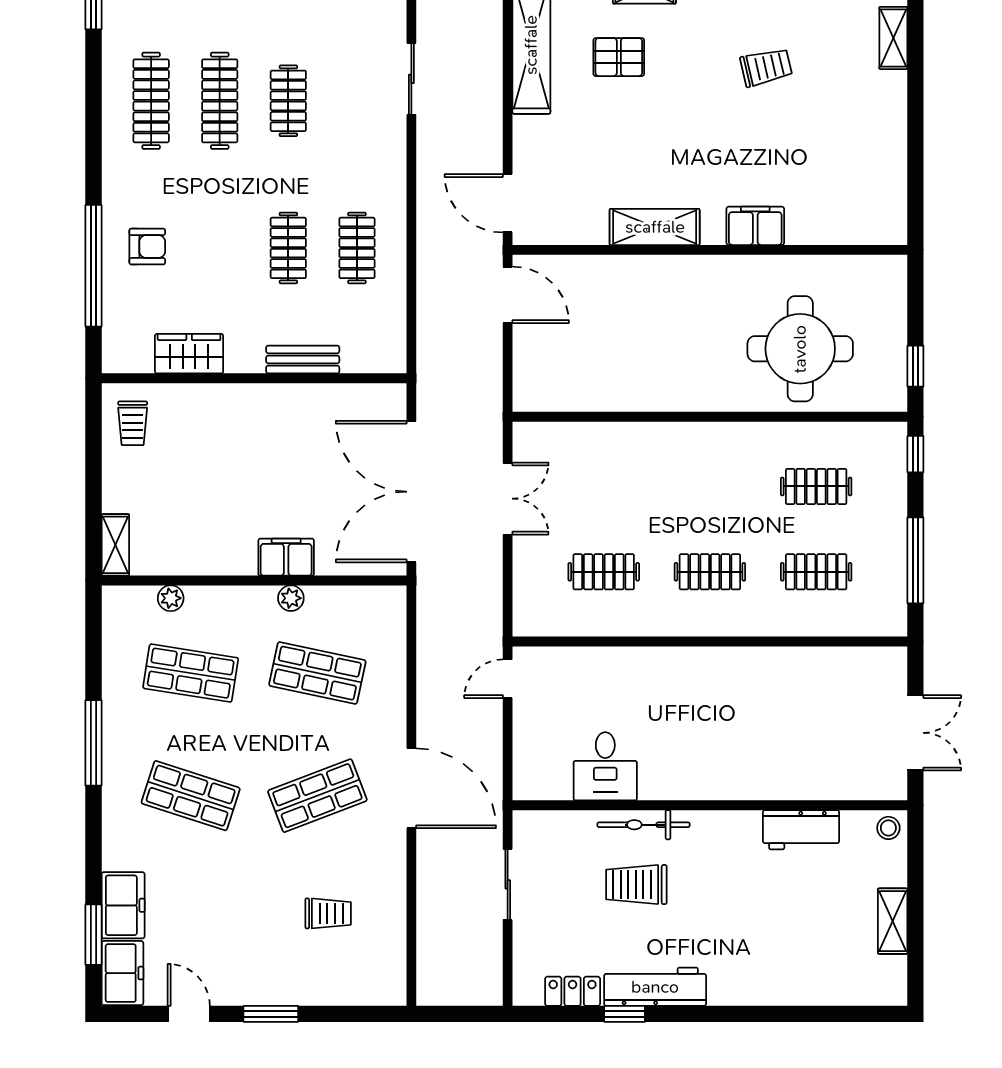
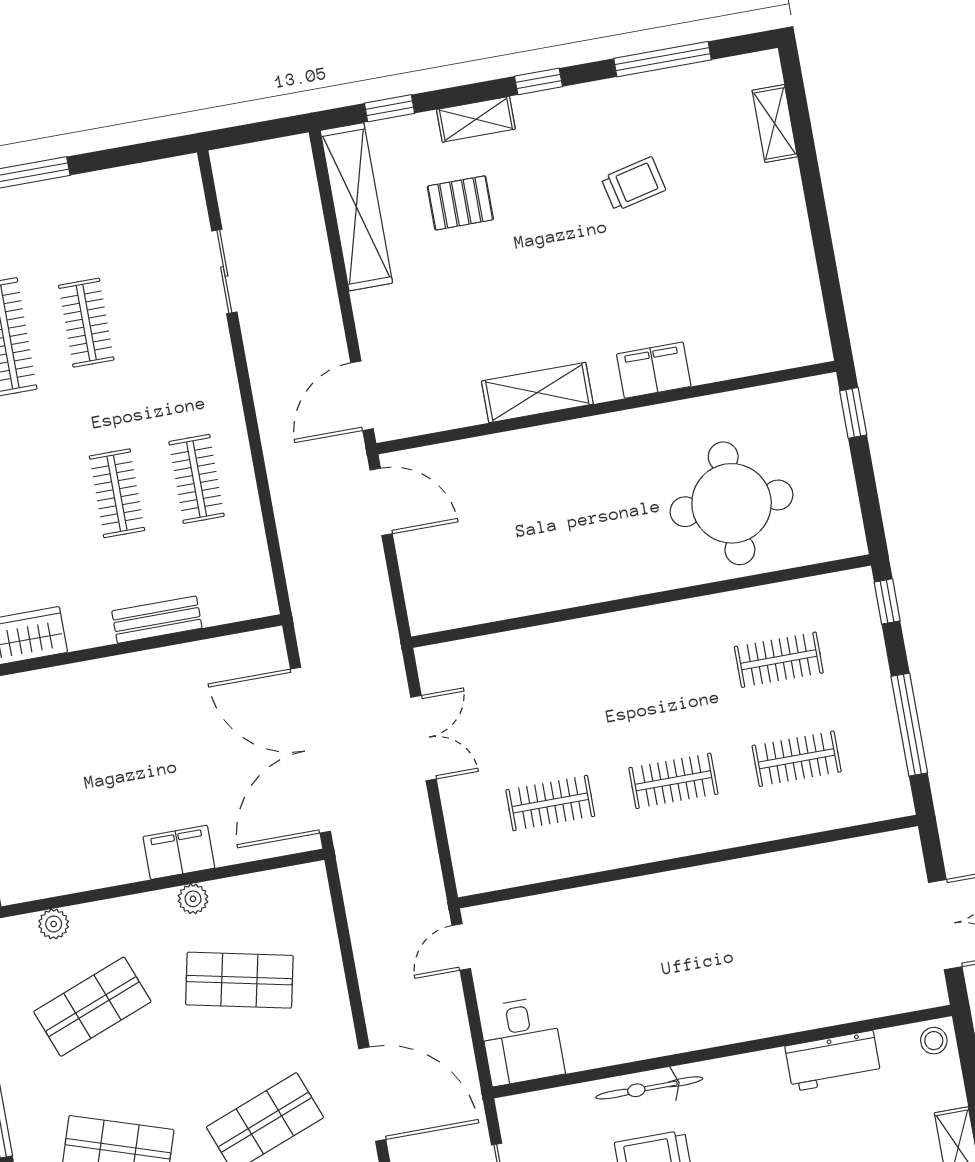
door: (508, 203) -> (362, 396), hinge flipped
window: (915, 366) -> (853, 413), moved
shop shelf: (191, 673) -> (92, 1007), turned -30
desk: (605, 766) -> (522, 1041), moved

